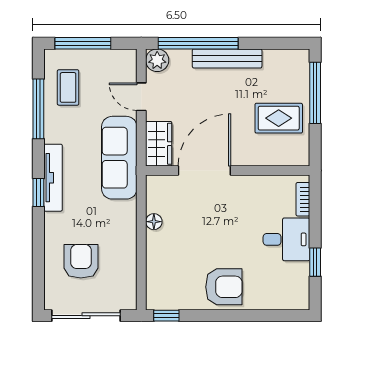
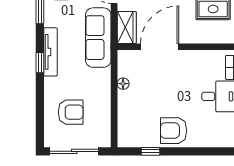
armchair: (81, 261) -> (71, 112), turned 90
armchair: (224, 287) -> (174, 131), turned 180
window: (166, 316) -> (150, 151), moved

